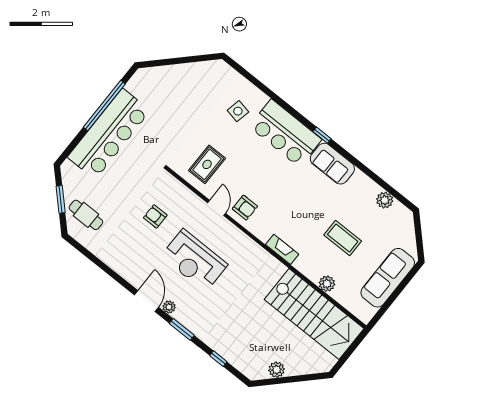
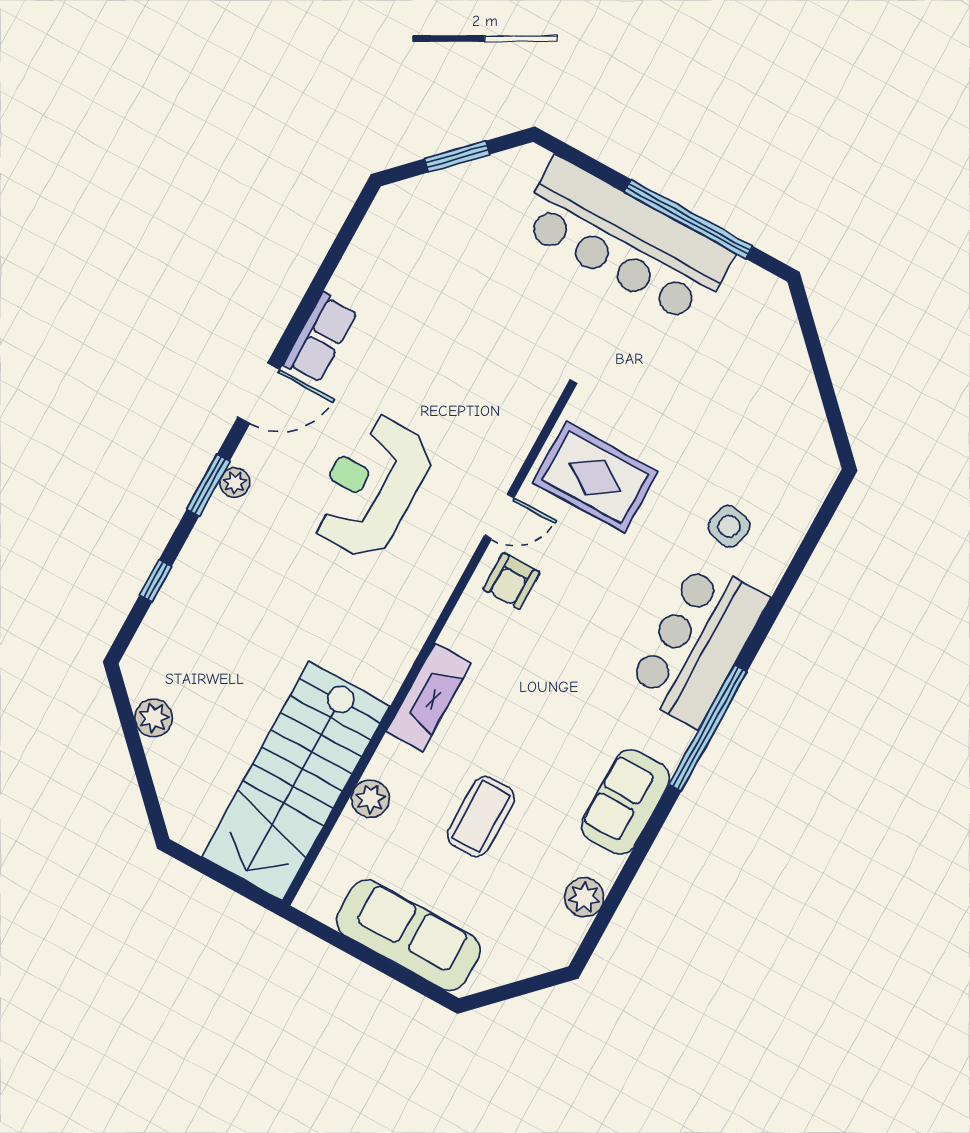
window: (322, 135) -> (708, 728), width x3.17
rug: (207, 164) -> (595, 477), width x1.36, depth x1.43
sofa: (332, 164) -> (625, 802), moved
cafe table: (86, 215) -> (431, 221), removed
armchair: (155, 216) -> (456, 380), removed
fireplace: (282, 249) -> (429, 697), width x1.37, depth x1.32
row of seats: (128, 271) -> (320, 338), added
plant: (169, 307) -> (235, 483), moved

